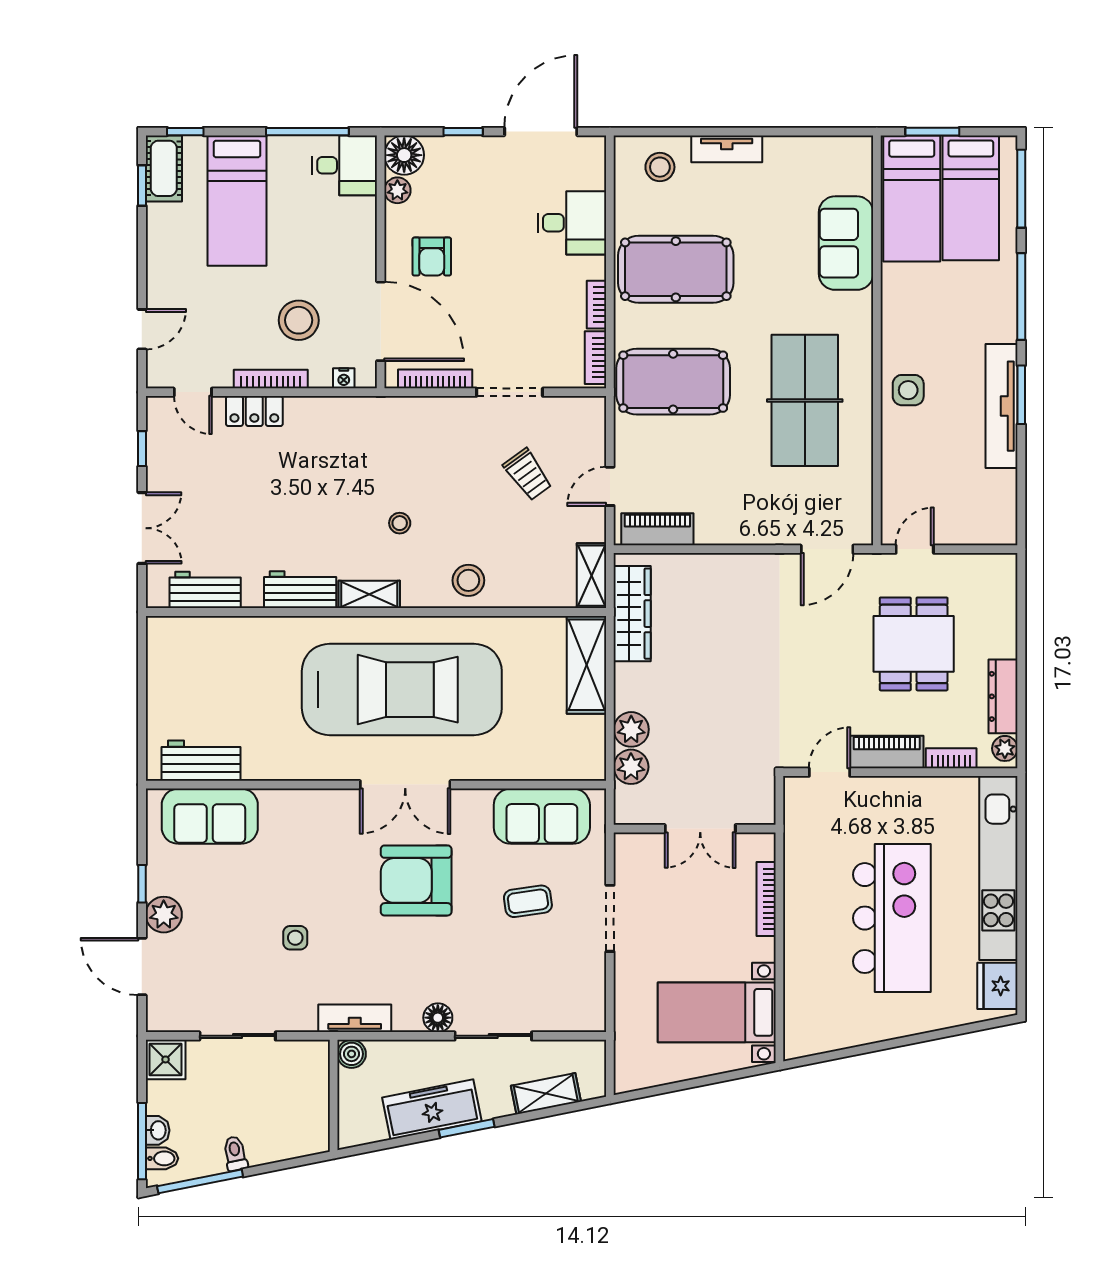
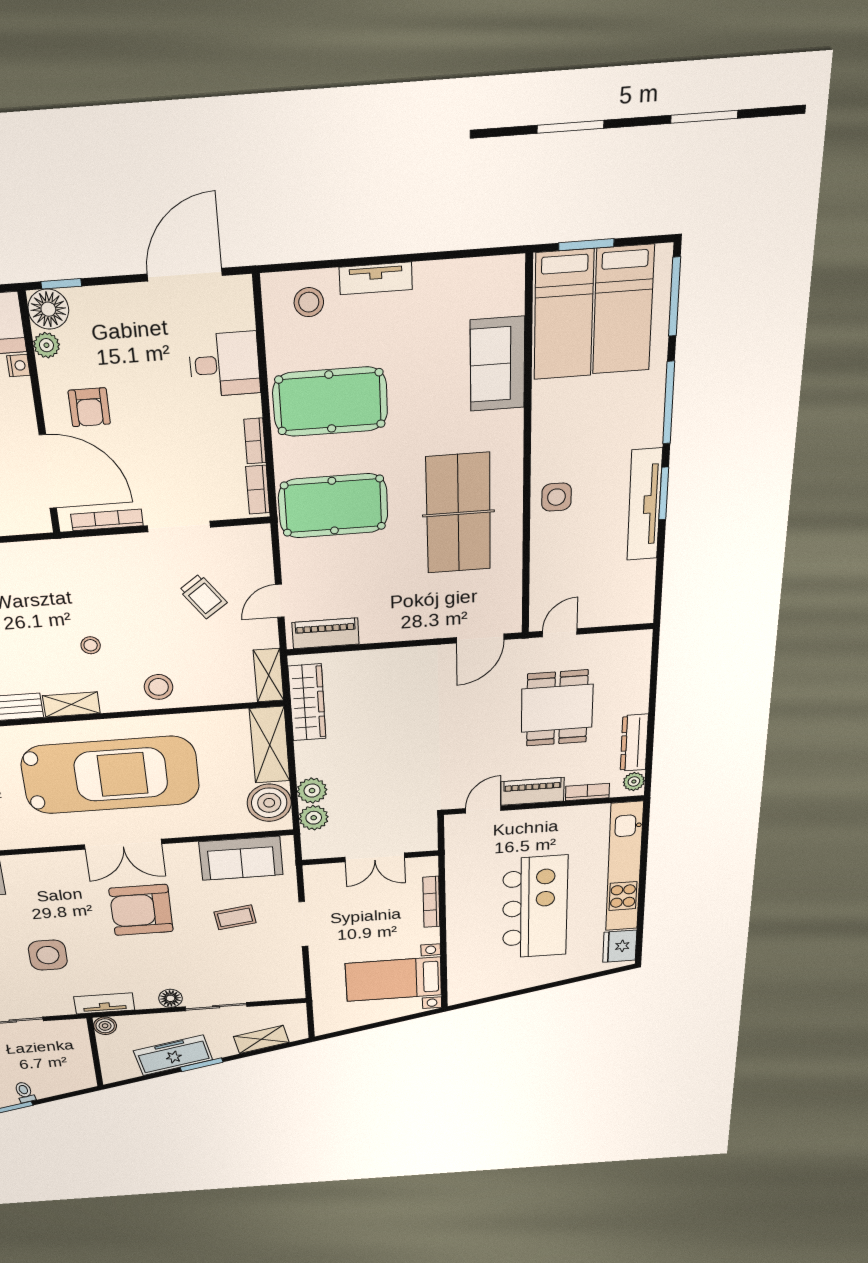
window: (463, 132) -> (61, 284), moved
nightstand: (344, 378) -> (18, 366), moved, turned -90
boiler: (581, 742) -> (269, 803), added
side table: (295, 938) -> (48, 955), width x1.87, depth x1.87

